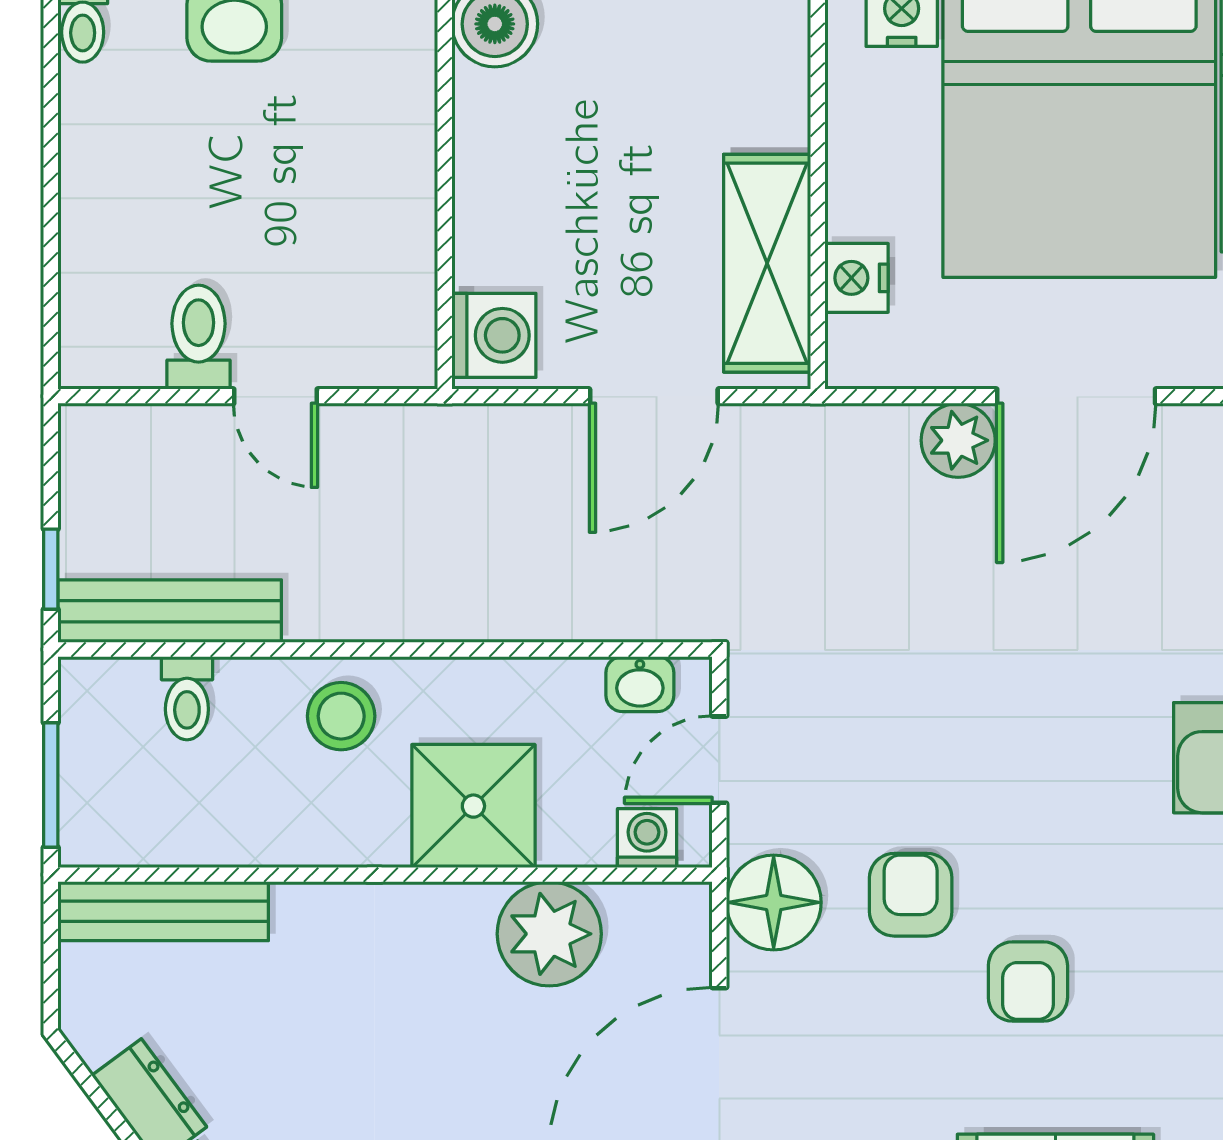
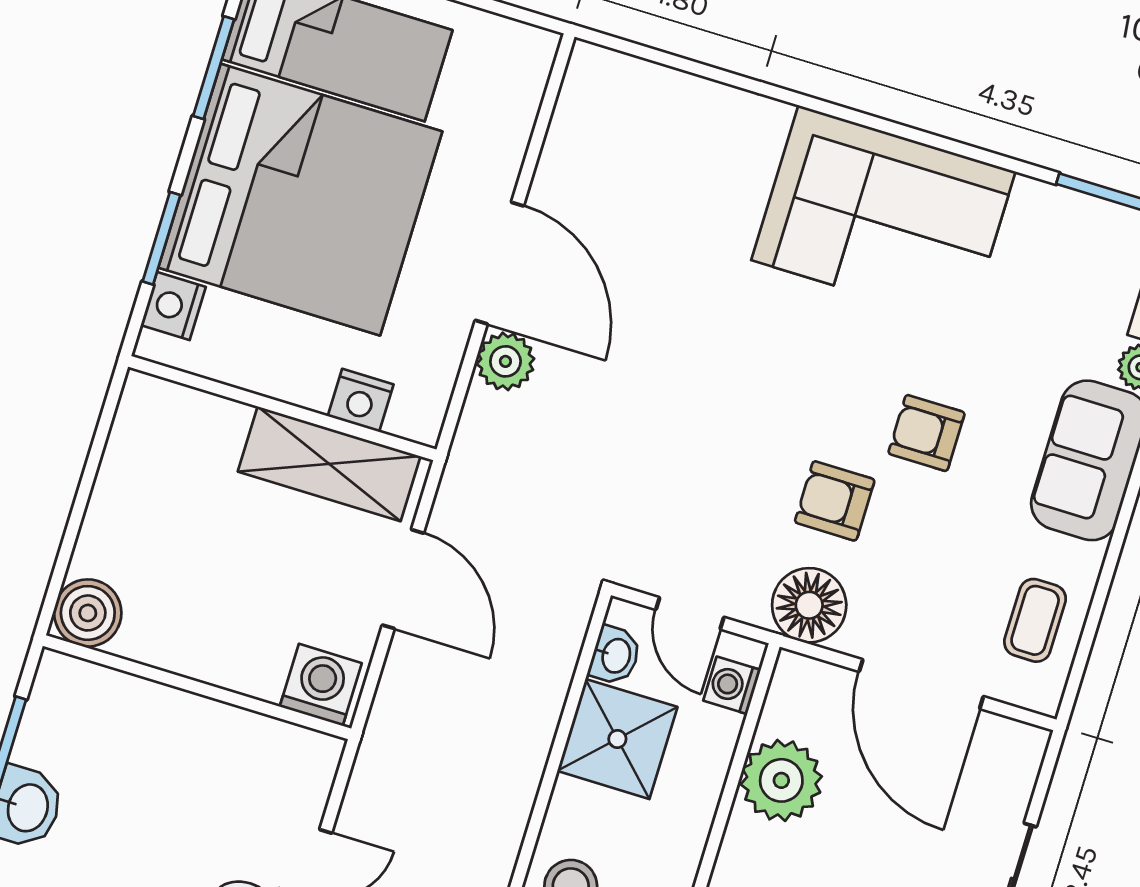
shower: (473, 806) -> (617, 739), moved
armchair: (1028, 981) -> (926, 433), turned 180

